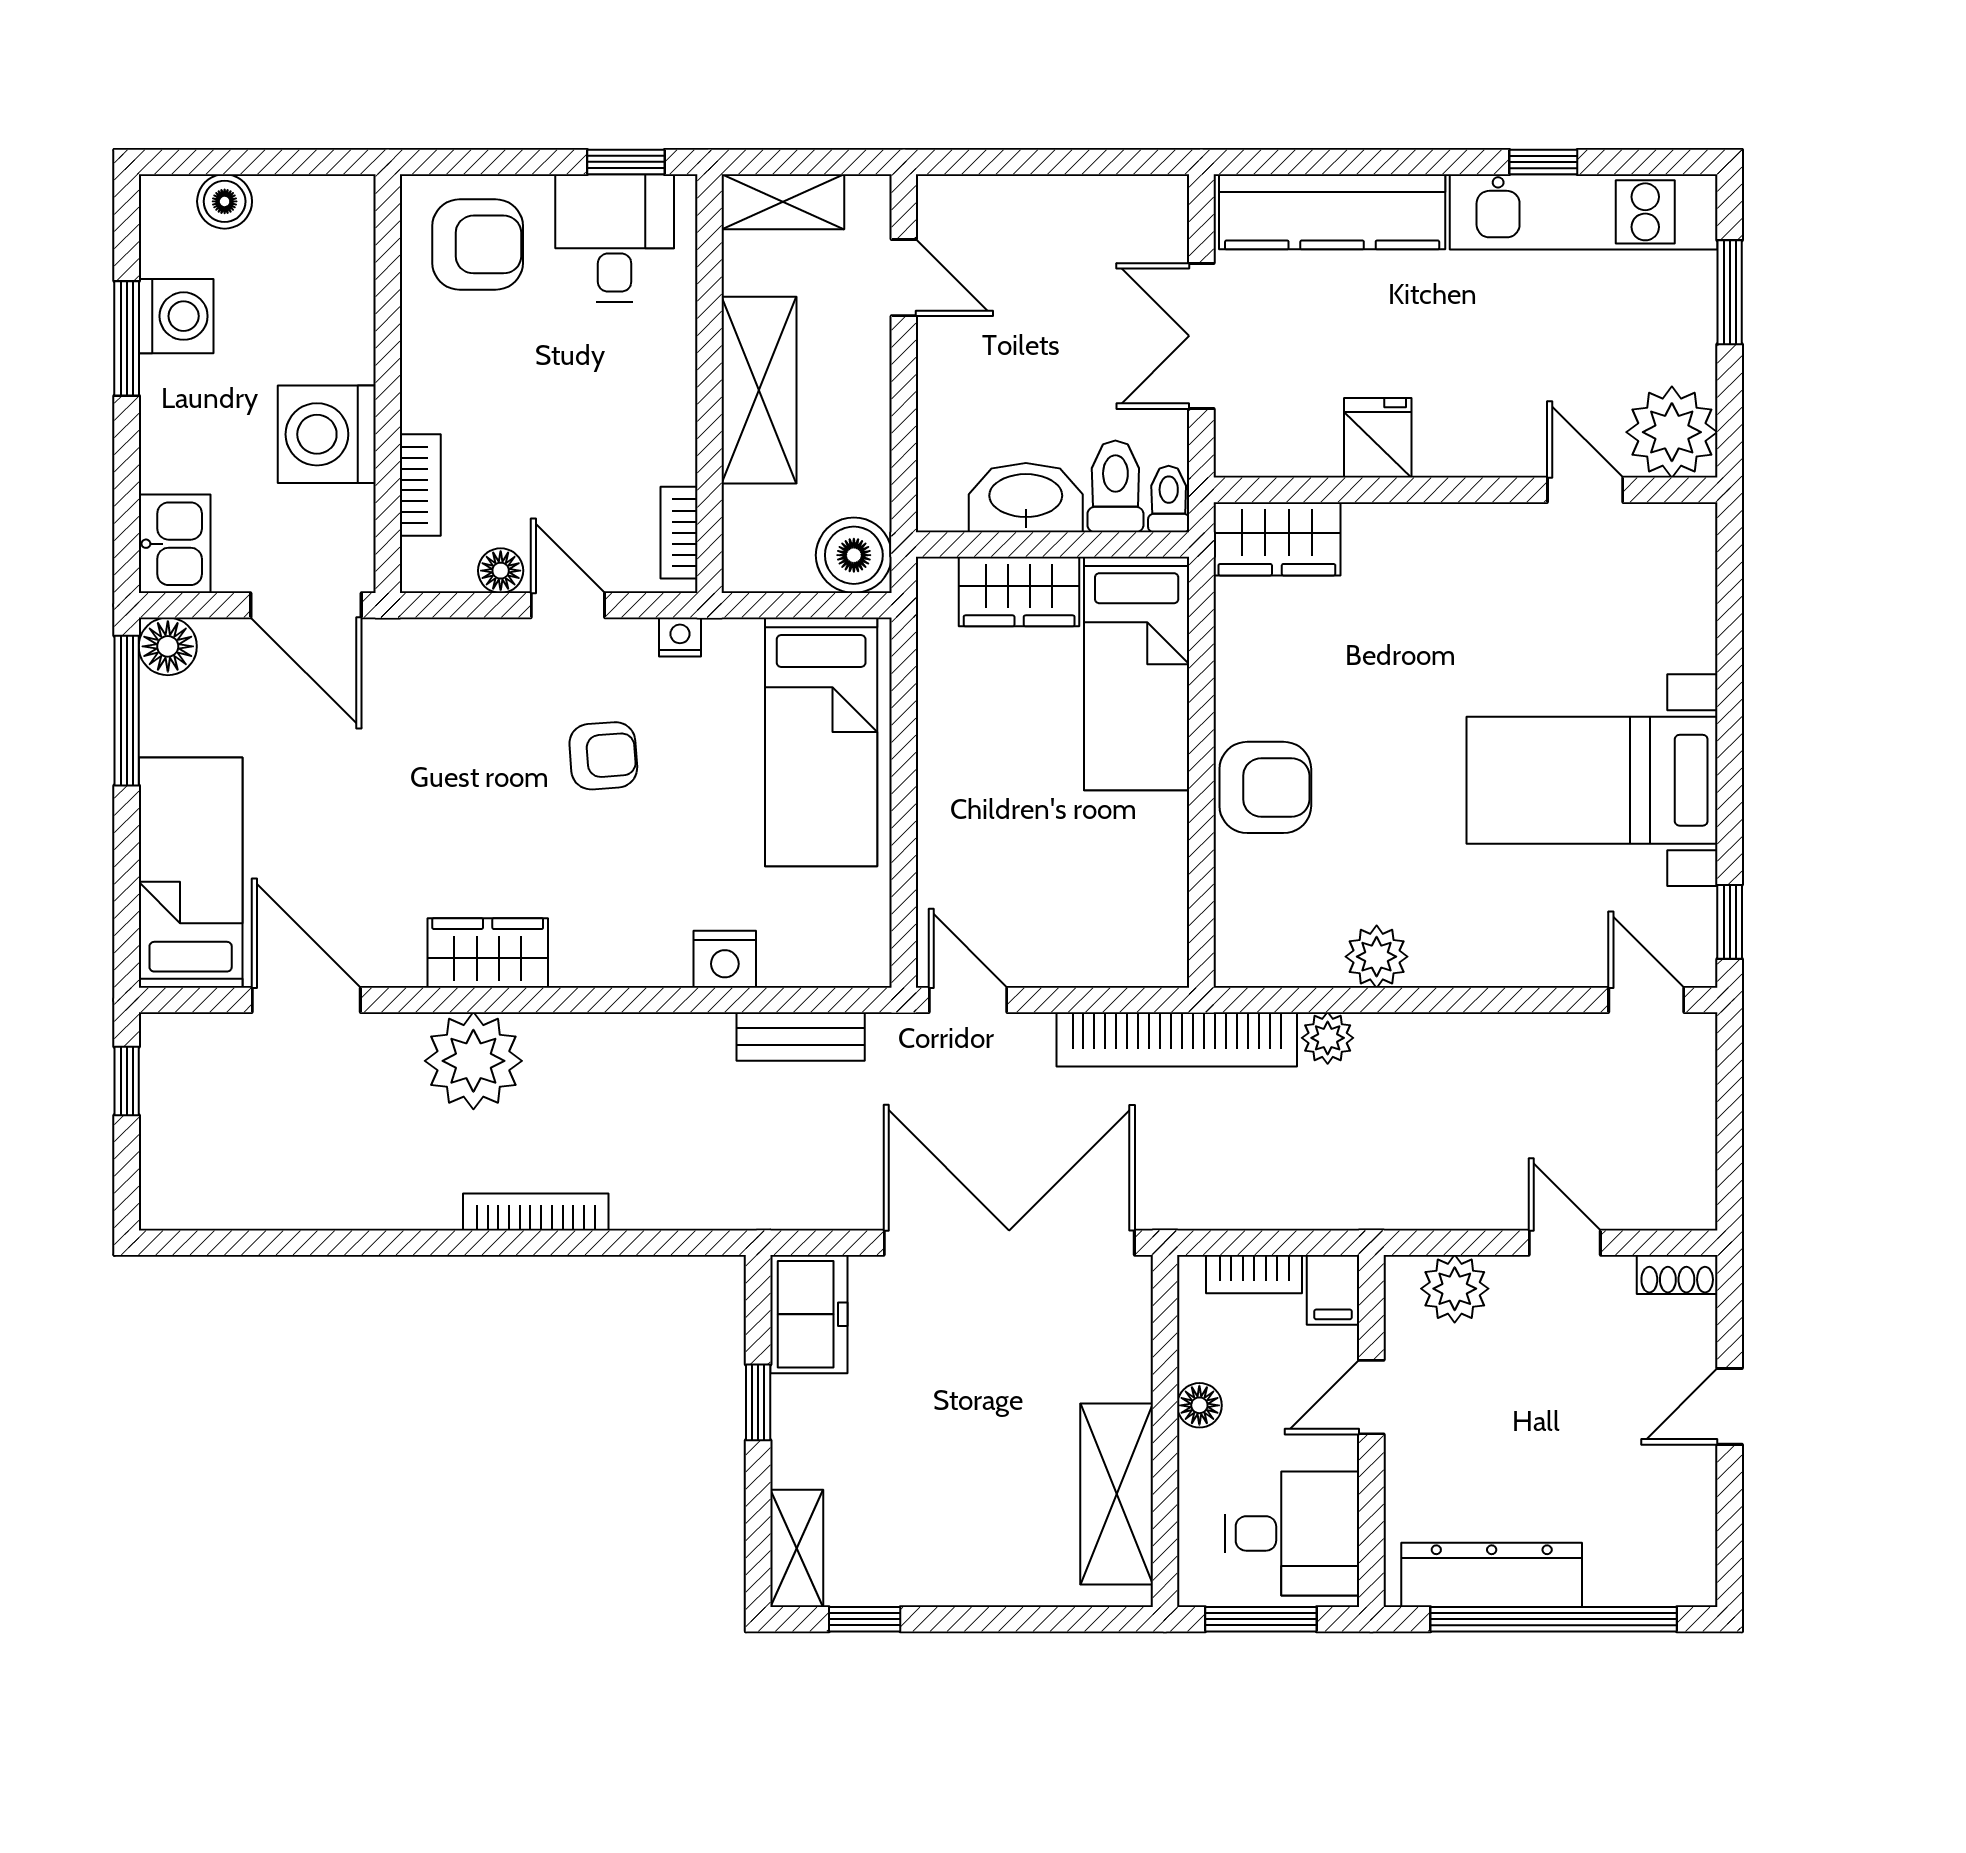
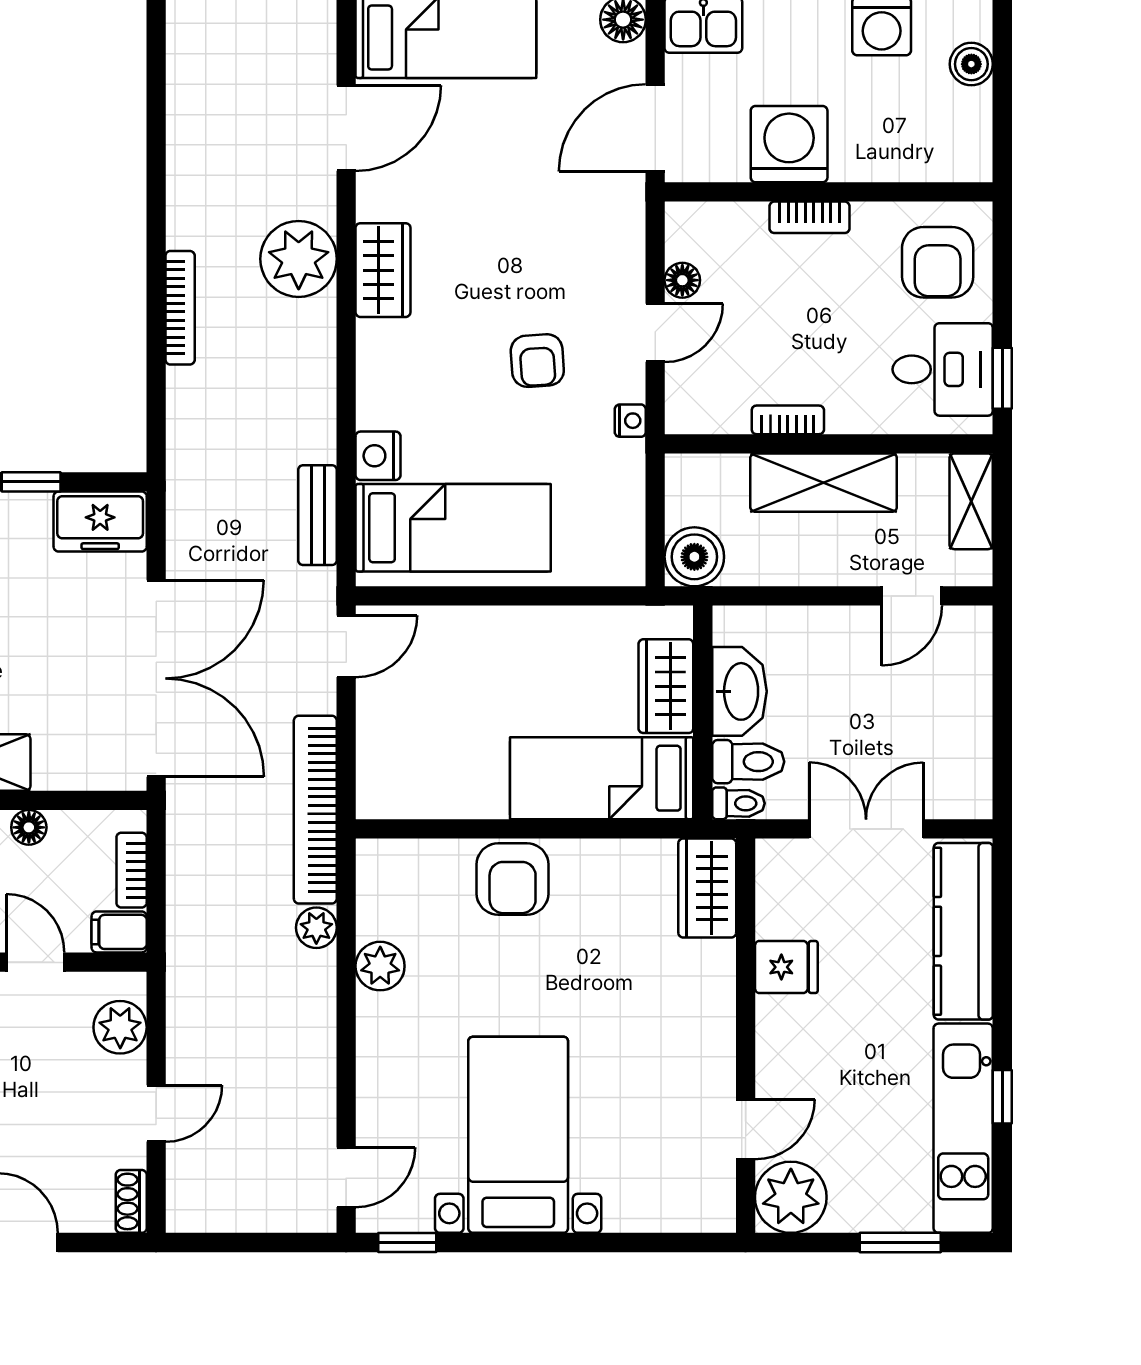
bookcase: (420, 485) -> (809, 217), moved
bookcase: (679, 533) -> (788, 420), moved
bed: (821, 742) -> (453, 528), moved, turned 180

